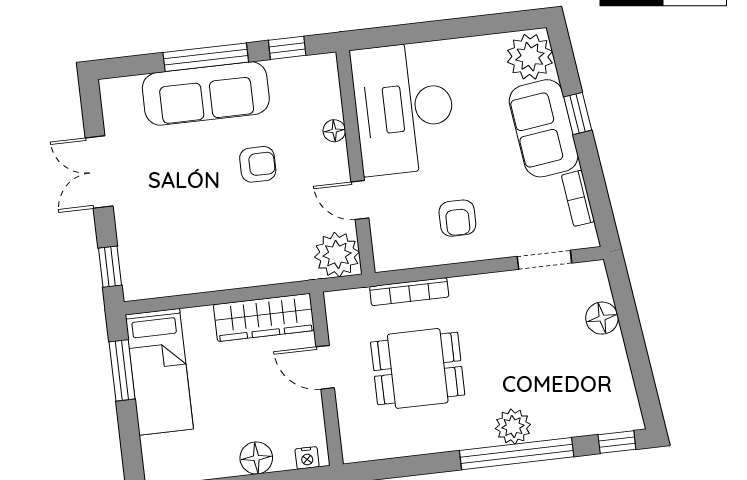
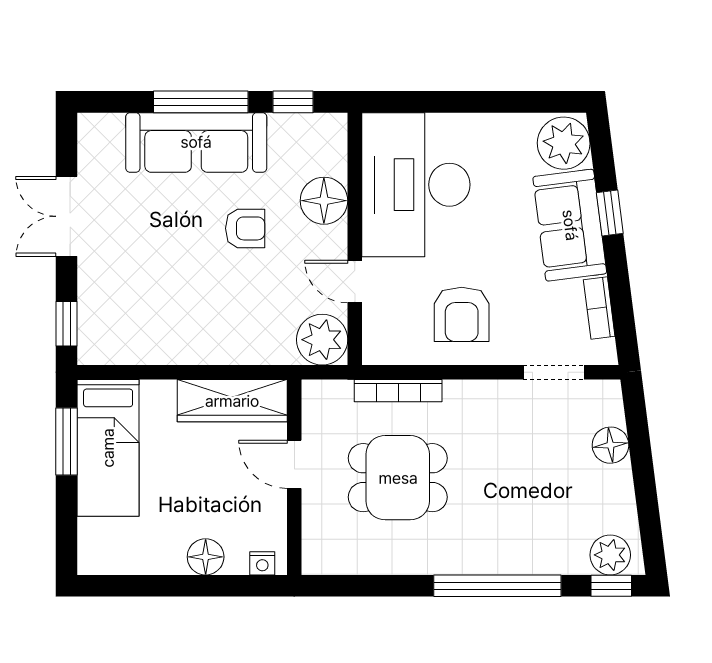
floor lamp: (334, 131) -> (324, 201), width x1.89, depth x1.89
armchair: (457, 218) -> (462, 314), width x1.38, depth x1.38
plant: (513, 427) -> (610, 555), moved

